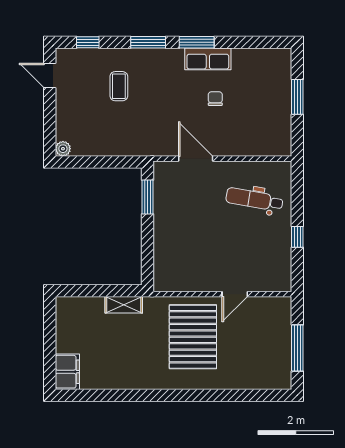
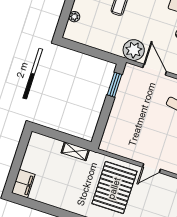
plant: (158, 141) -> (134, 50), added
plant: (63, 149) -> (74, 17), moved

